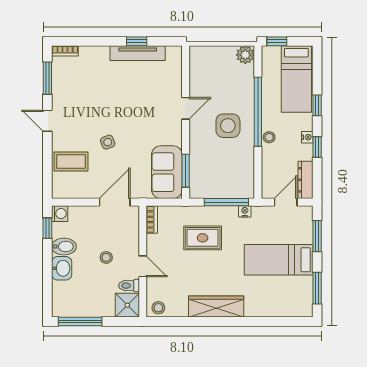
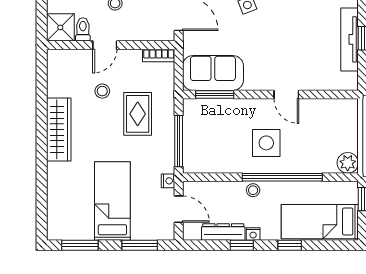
dresser: (305, 180) -> (223, 232), moved
nightstand: (245, 211) -> (168, 181), moved
stool: (158, 308) -> (102, 91), moved

